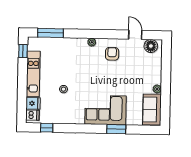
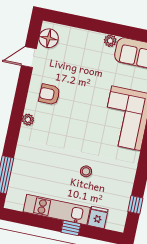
window: (23, 51) -> (71, 228), moved
dishwasher: (32, 115) -> (114, 221), removed

